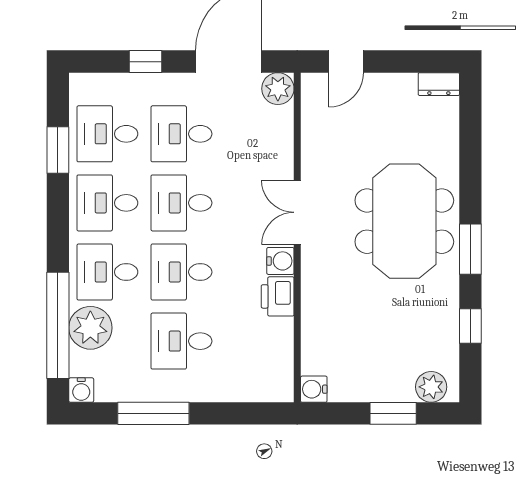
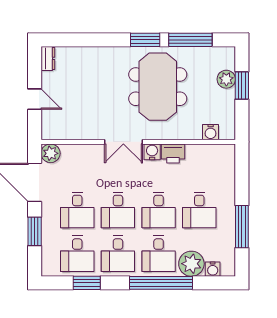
window: (145, 62) -> (35, 231), width x1.50
door: (346, 62) -> (35, 99), moved
meeting table: (404, 221) -> (158, 87), moved, turned 90
window: (58, 325) -> (161, 283), moved
window: (470, 326) -> (190, 40), width x2.17
plant: (431, 387) -> (226, 79), moved
water cooler: (314, 389) -> (211, 132), moved
water cooler: (81, 390) -> (213, 269), moved, turned 90

